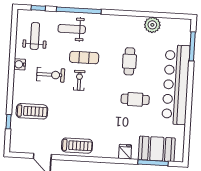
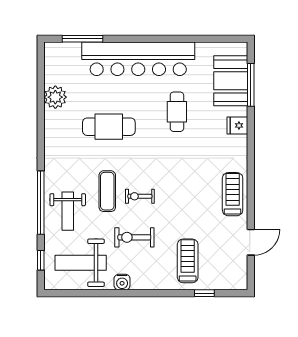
weight bench: (35, 36) -> (81, 263), width x1.36, depth x1.33
cafe table: (129, 61) -> (109, 127), width x1.37, depth x1.35
exercise bike: (51, 75) -> (134, 237), turned -90
cafe table: (135, 99) -> (177, 112), moved

